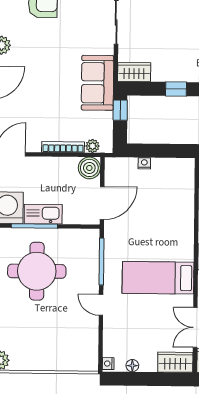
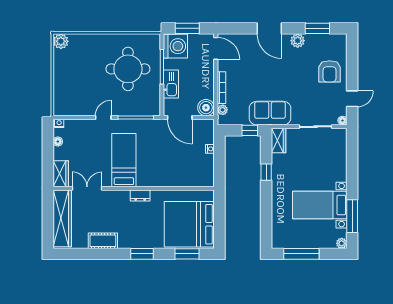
kitchen sink: (43, 214) -> (171, 84), moved

